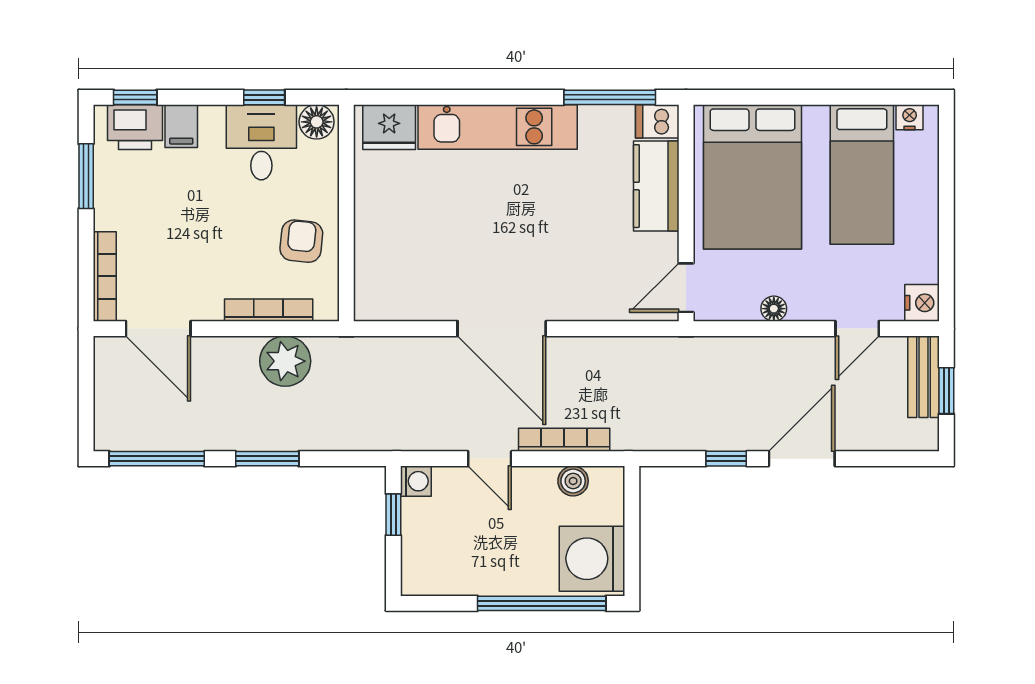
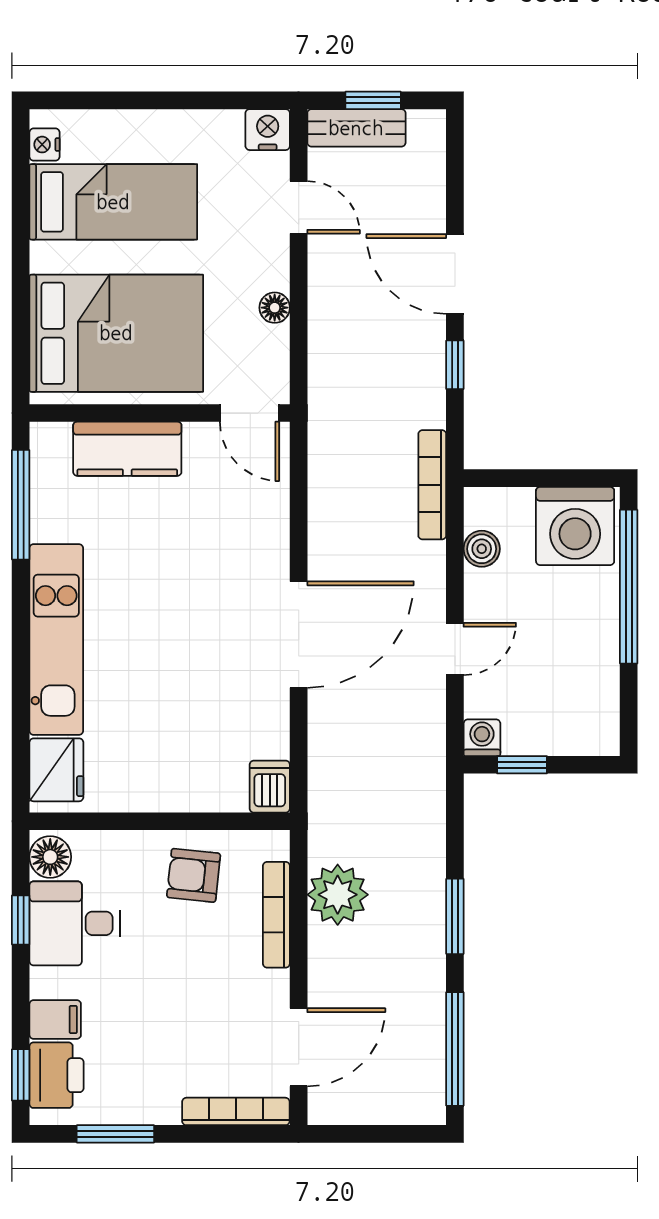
dishwasher: (657, 121) -> (270, 787), moved, turned 180
bookcase: (564, 440) -> (432, 485), moved

